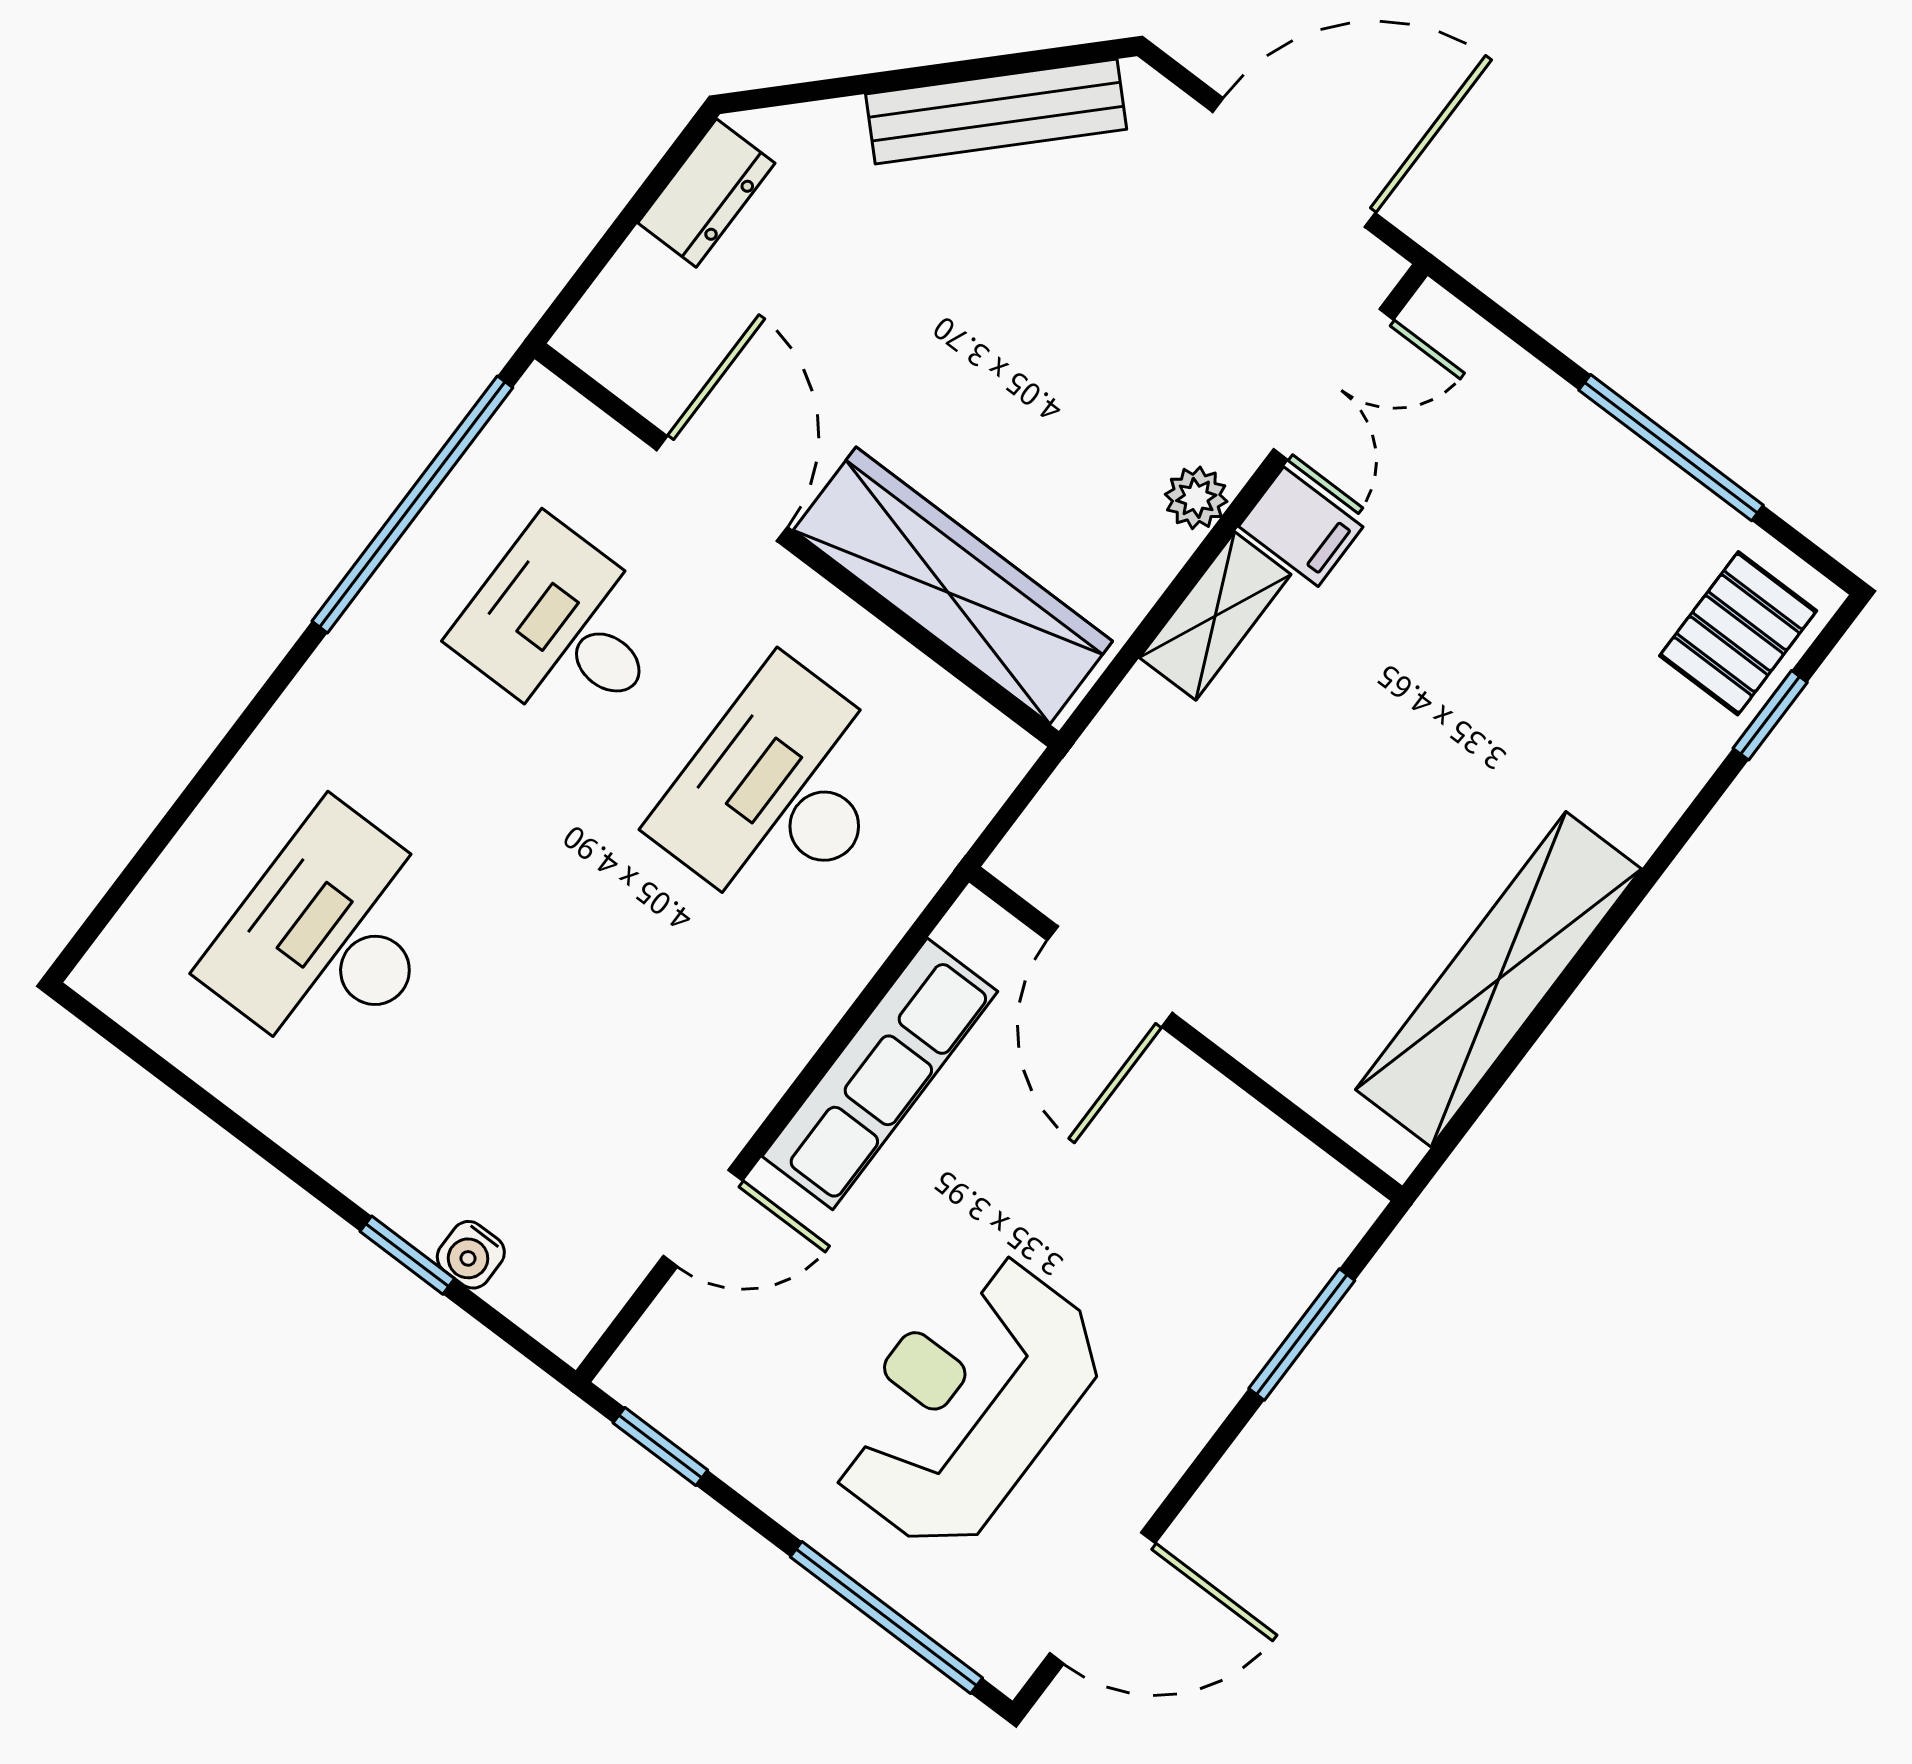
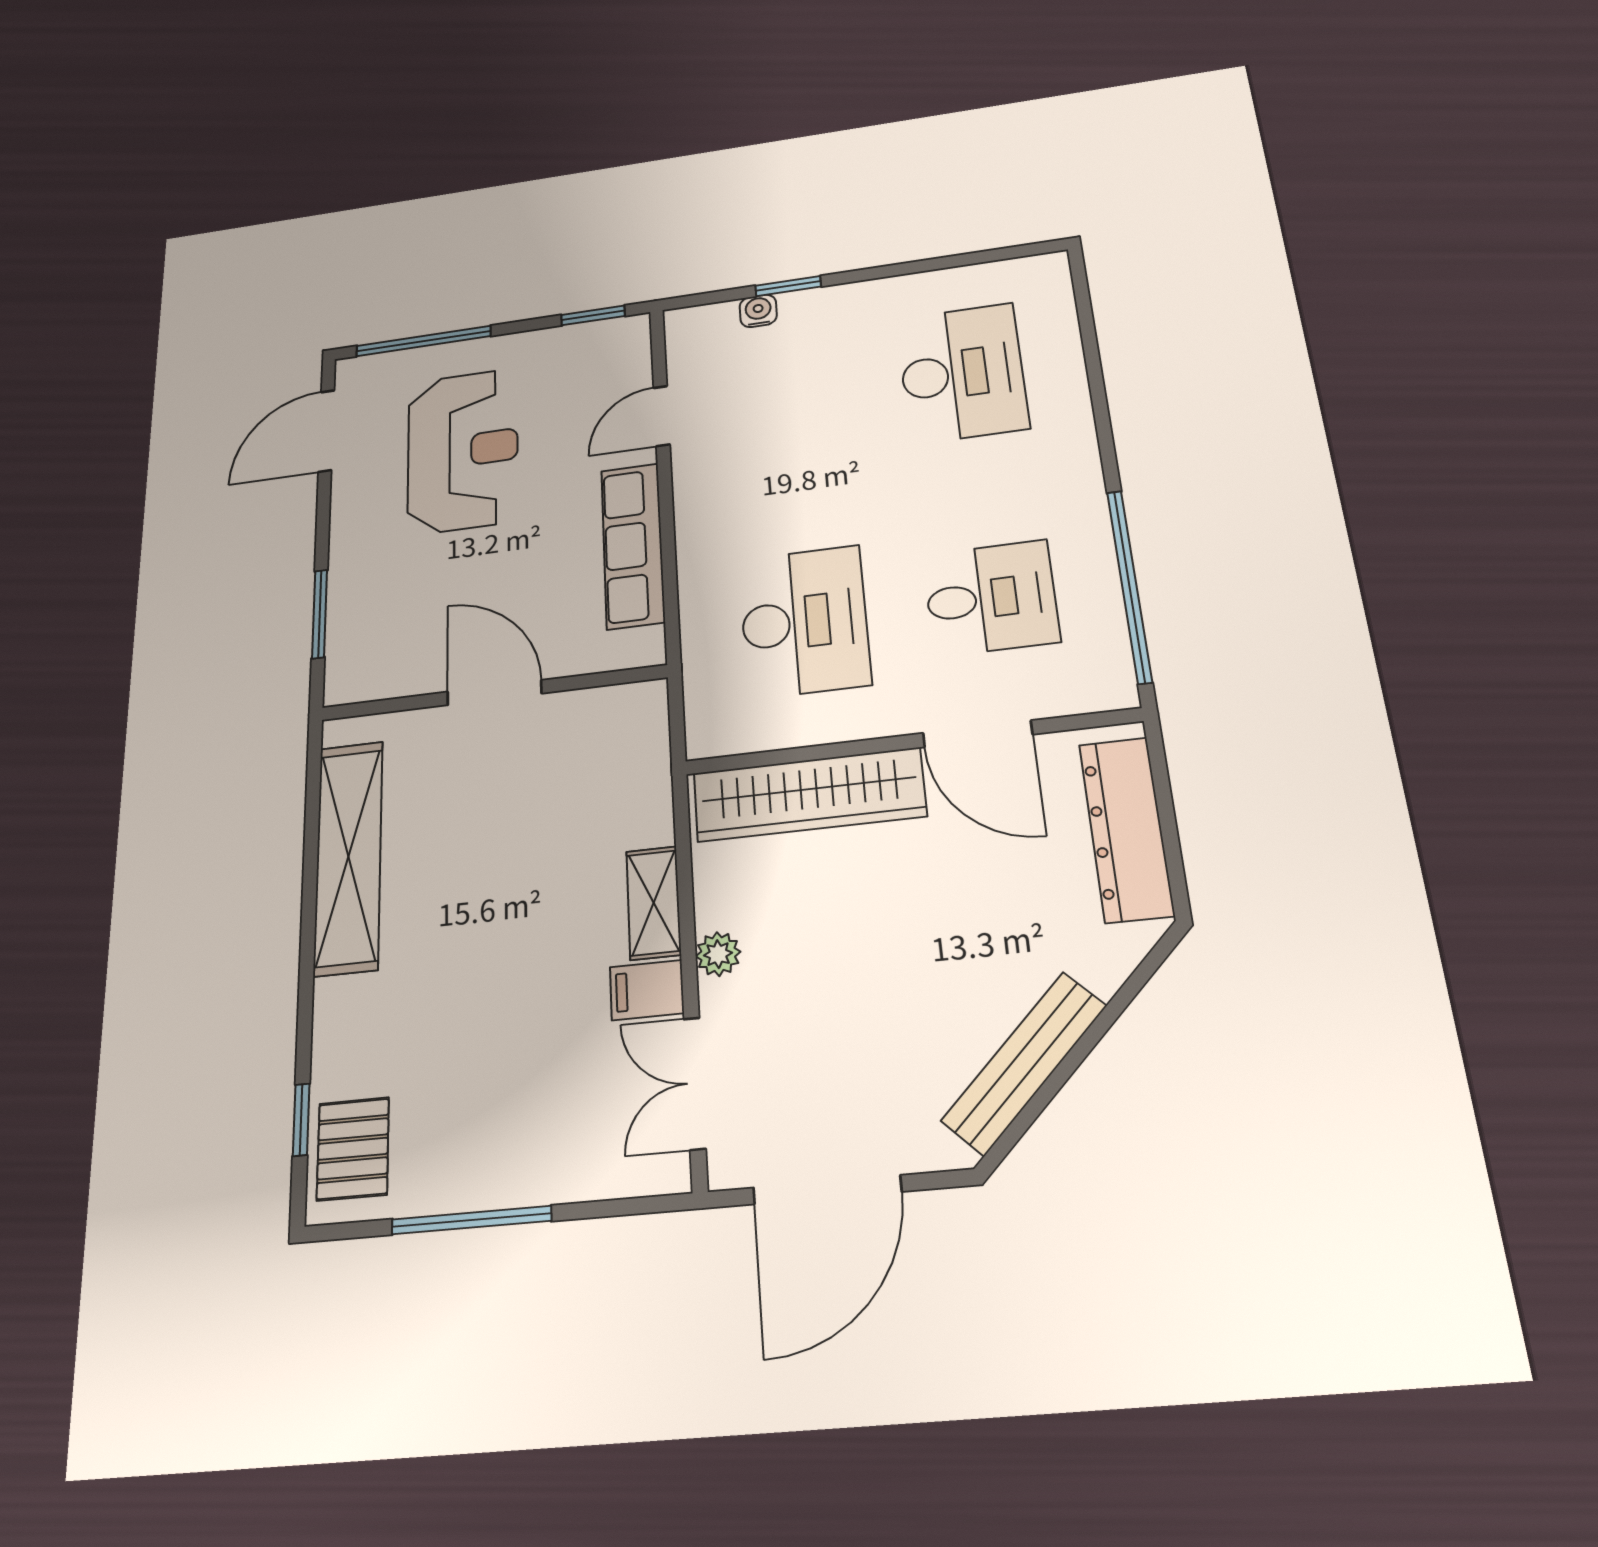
dresser: (706, 193) -> (1126, 829), width x1.96, depth x1.24
door: (1110, 977) -> (494, 693), moved

